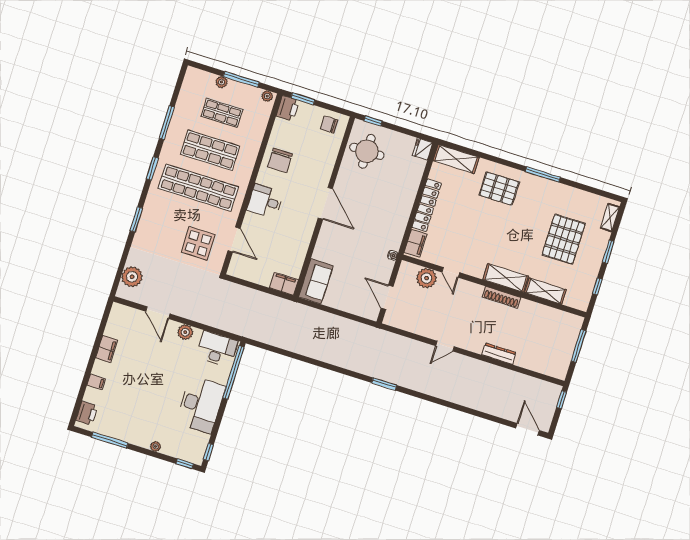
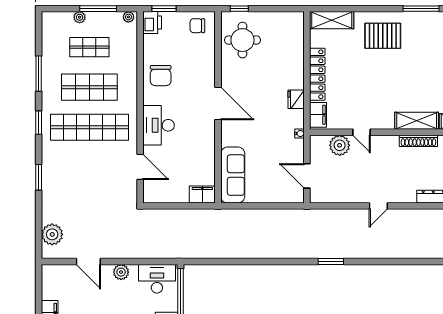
fridge: (423, 149) -> (296, 99), moved
desk: (265, 201) -> (159, 125), width x1.37
display table: (198, 243) -> (106, 182), removed
sofa: (316, 281) -> (233, 175), width x1.36

